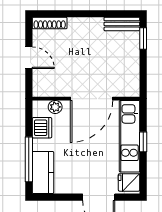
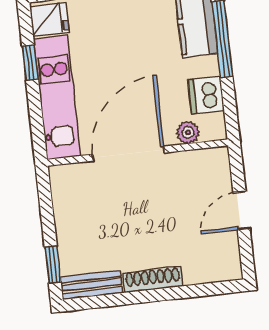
shoe rack: (50, 23) -> (153, 280), moved
door: (29, 58) -> (242, 211), hinge flipped
window: (143, 142) -> (30, 63), moved

